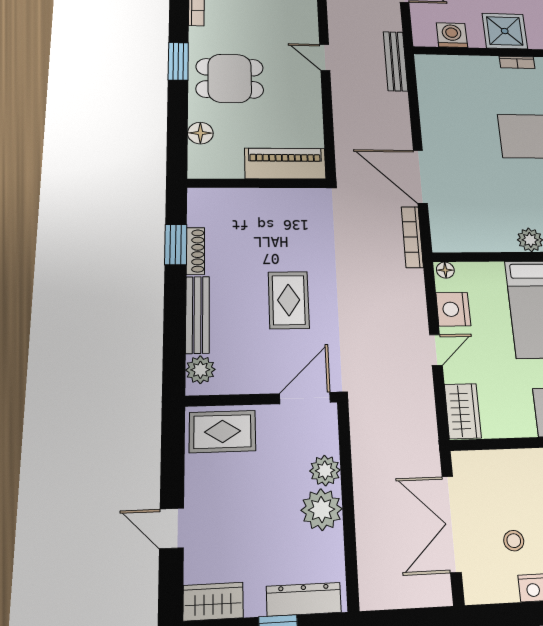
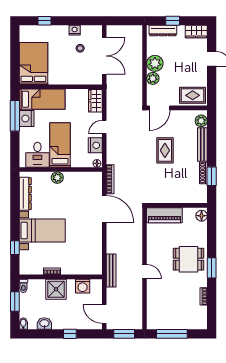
floor lamp: (200, 133) -> (202, 216), moved

